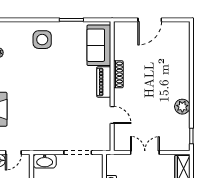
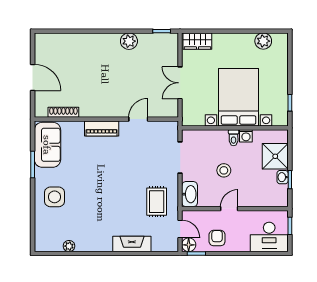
sofa: (99, 45) -> (47, 145), moved, turned -90
shoe rack: (118, 74) -> (63, 112), moved
rug: (38, 131) -> (157, 202), added

